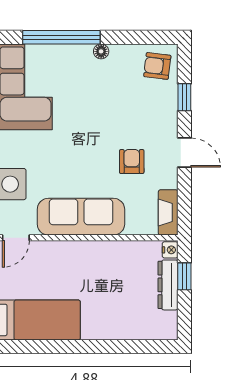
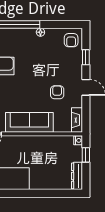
armchair: (157, 66) -> (71, 40), turned -97
dresser: (168, 285) -> (77, 176), moved

